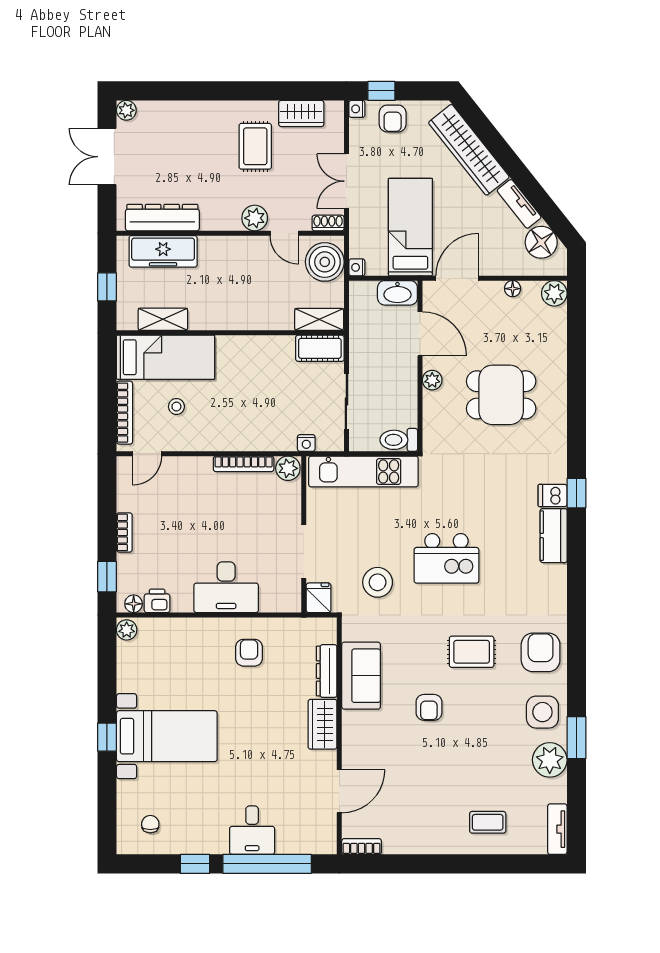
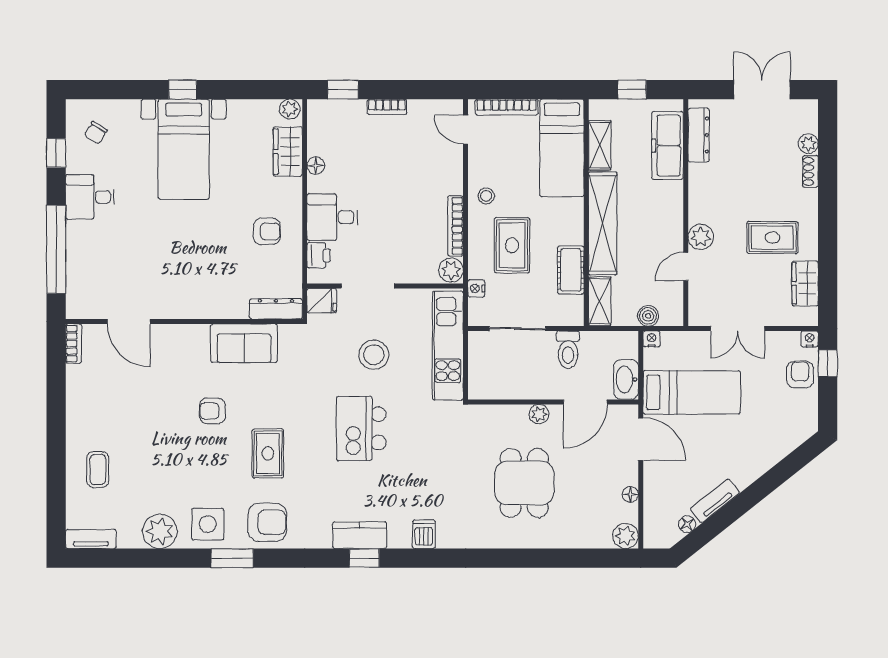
plant: (126, 110) -> (808, 144), moved
armchair: (393, 119) -> (800, 375), turned 90
wardrobe: (469, 150) -> (769, 451), removed
double door: (346, 181) -> (738, 329), swing flipped
dresser: (162, 218) -> (699, 135), width x0.73, depth x0.80
shoe rack: (328, 223) -> (810, 171), moved, turned 180
floor lamp: (541, 242) -> (687, 524), width x0.53, depth x0.53
boiler: (325, 262) -> (648, 316), width x0.54, depth x0.54
shelving: (241, 316) -> (603, 223), added
cot: (320, 348) -> (571, 270), moved
stool: (176, 407) -> (486, 196), moved
rug: (263, 407) -> (512, 245), added
toilet: (399, 440) -> (568, 350), moved, turned 180
window: (576, 493) -> (364, 558), moved
kitchen counter: (554, 536) -> (360, 535), moved
stool: (378, 582) -> (374, 355), moved
desk: (226, 587) -> (332, 217), width x0.73
printer: (157, 601) -> (319, 255), moved
floor lamp: (134, 604) -> (316, 166), moved
dresser: (327, 671) -> (276, 309), moved
wardrobe: (323, 724) -> (288, 152), moved, turned -90
window: (576, 738) -> (232, 558), moved
chair: (150, 824) -> (96, 133), turned 122
desk: (252, 830) -> (90, 197), moved
window: (195, 864) -> (56, 153), moved

